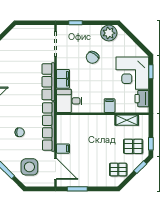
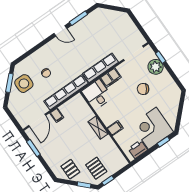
plant: (109, 33) -> (156, 67), moved
shelving: (127, 120) -> (98, 128), moved
side table: (29, 167) -> (24, 84), moved

